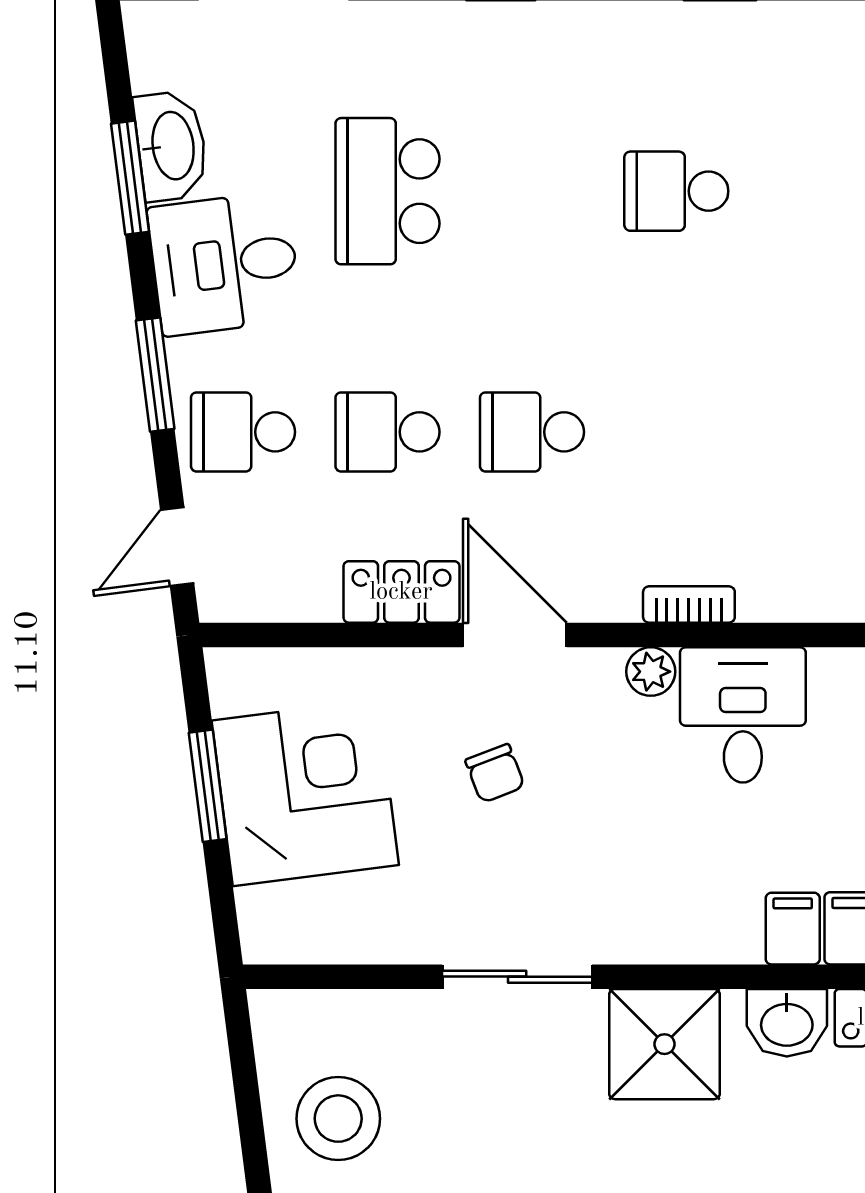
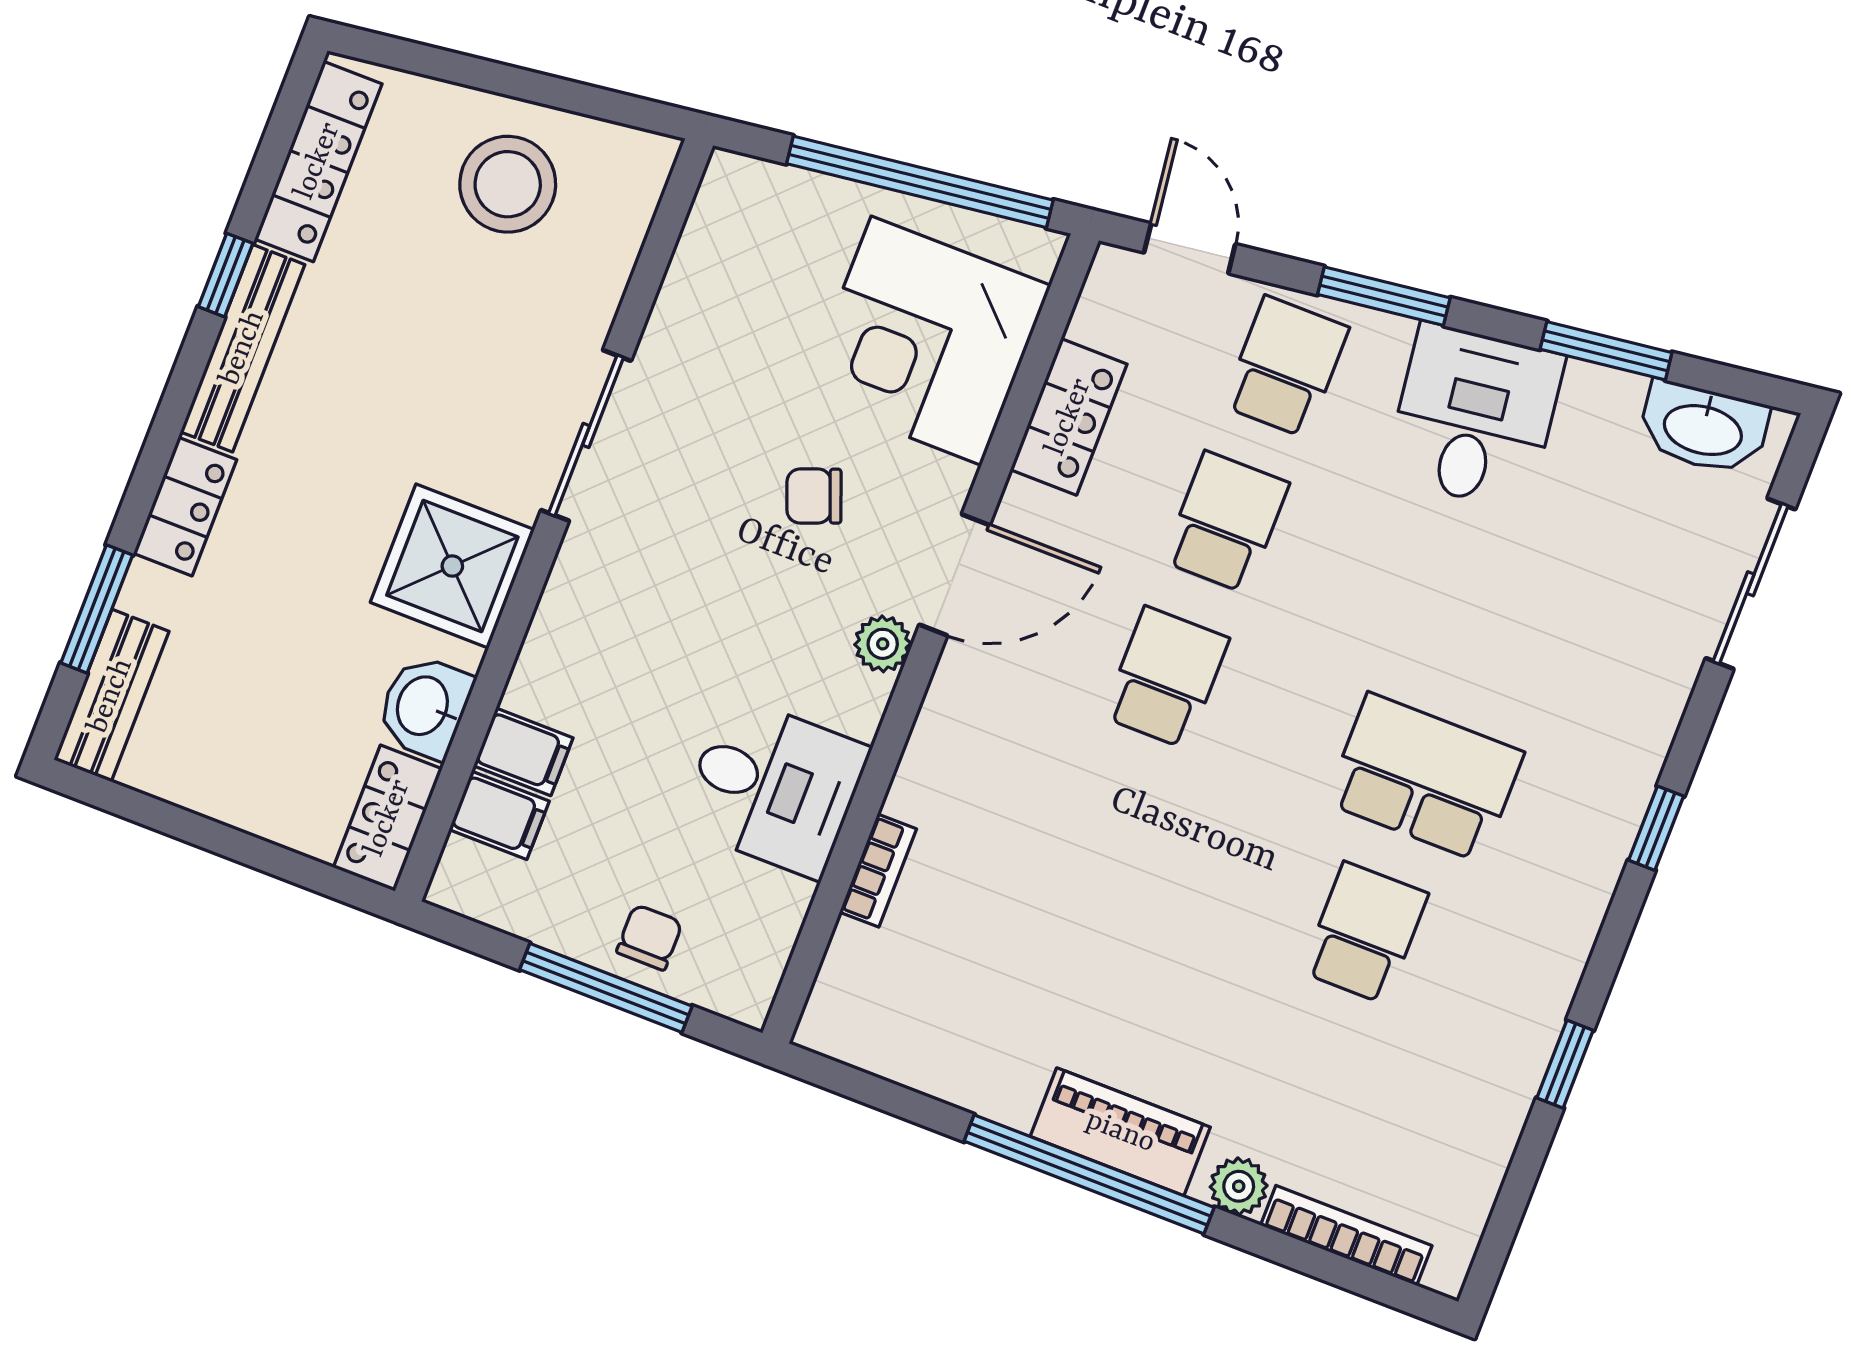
washbasin: (171, 146) -> (1703, 428), moved
school desk: (387, 191) -> (1425, 777), moved
locker: (401, 592) -> (1069, 417), moved
bookcase: (689, 604) -> (878, 870), moved
plant: (651, 672) -> (883, 644), moved
window: (208, 786) -> (920, 182), width x2.11
corner desk: (305, 793) -> (926, 341), moved, turned 97

